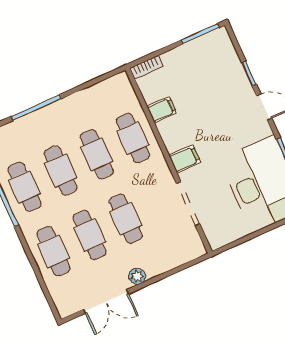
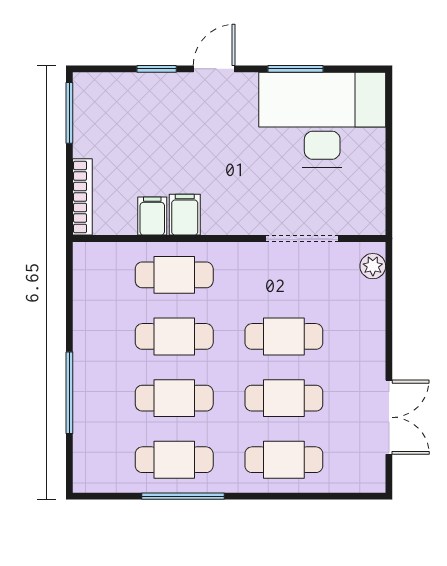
bookcase: (146, 67) -> (82, 197), width x1.56
filing cabinet: (185, 159) -> (185, 215), moved
plant: (137, 276) -> (373, 266), moved

